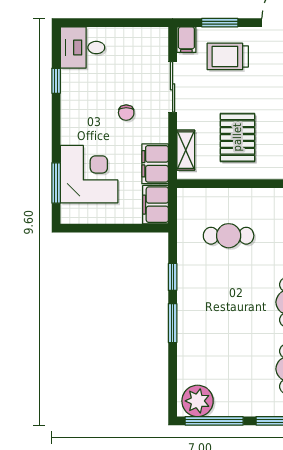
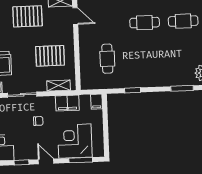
door: (56, 123) -> (46, 161), added
filing cabinet: (155, 205) -> (97, 102), width x0.50
window: (173, 323) -> (182, 88), moved

